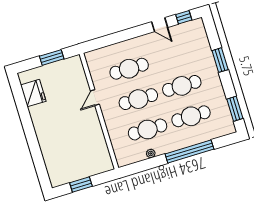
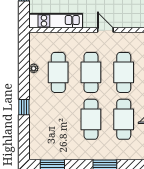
cafe table: (191, 116) -> (124, 119), moved
kitchen unit: (100, 146) -> (56, 21), added
window: (189, 152) -> (24, 107), width x0.32

